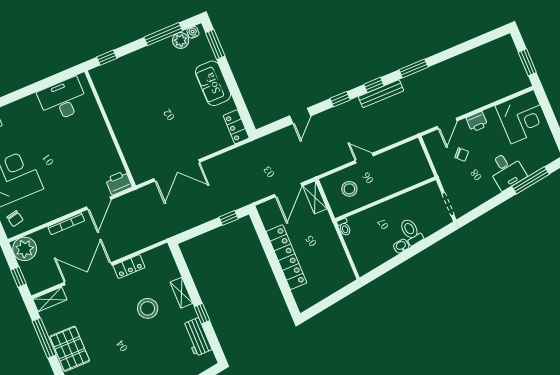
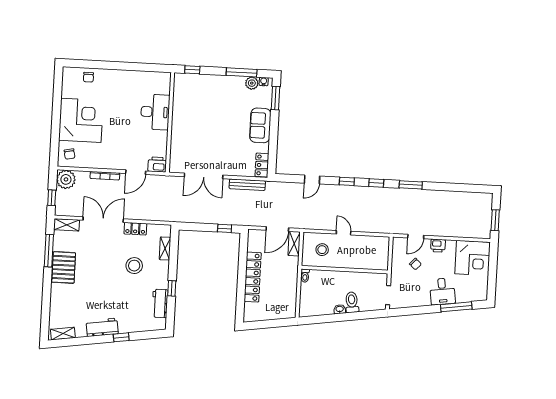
bench: (381, 94) -> (247, 185), moved
desk: (63, 100) -> (155, 112), moved, turned 90
shelving: (181, 293) -> (165, 249), moved

